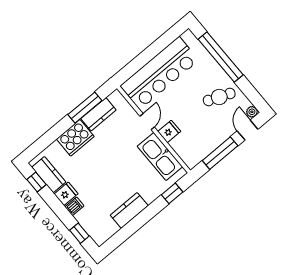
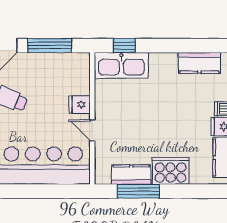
door: (147, 122) -> (92, 130), hinge flipped
kitchen sink: (160, 156) -> (121, 65), moved, turned 90
kitchen counter: (129, 210) -> (199, 63), moved

